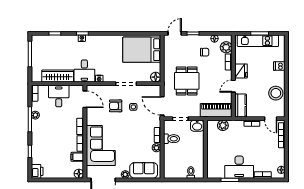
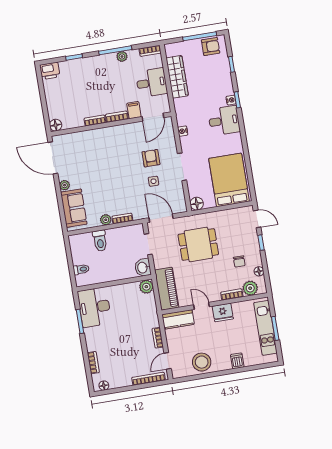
armchair: (39, 47) -> (211, 46), added
desk: (84, 71) -> (224, 121), moved, turned 180
door: (162, 106) -> (161, 218), hinge flipped
plant: (223, 125) -> (146, 287), moved
toilet: (172, 139) -> (100, 241), moved
corner sofa: (101, 145) -> (97, 147), removed
filing cabinet: (77, 157) -> (134, 110), moved
desk: (239, 167) -> (94, 307), moved

